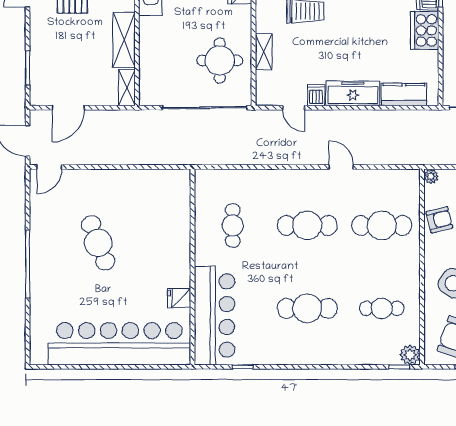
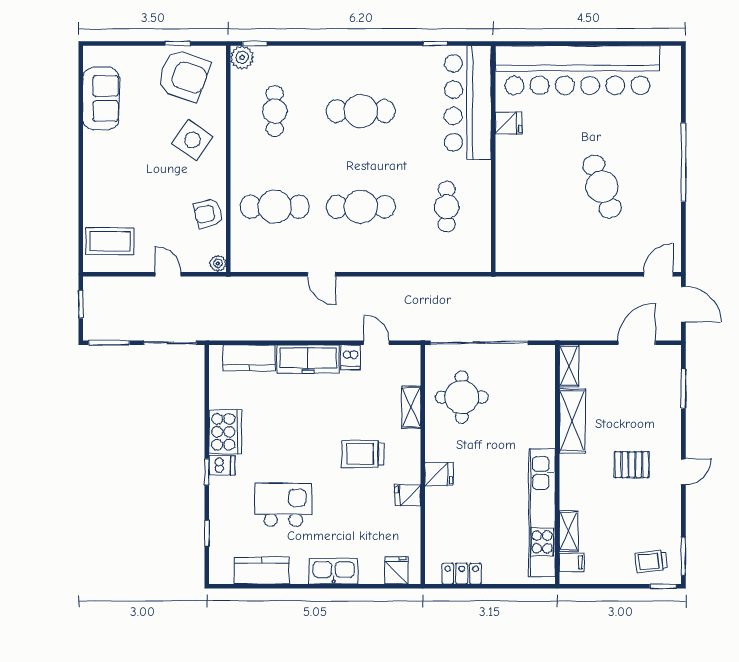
cafe table: (382, 308) -> (275, 111), turned 90

